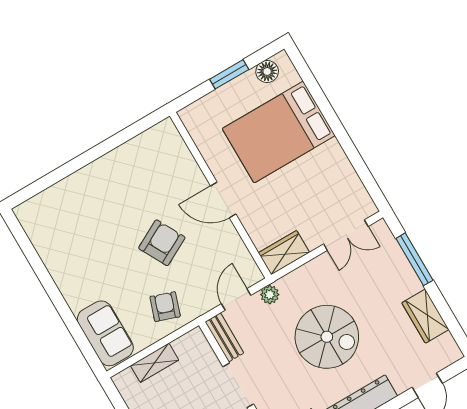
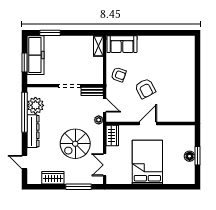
floor lamp: (267, 71) -> (190, 156), moved
bed: (279, 132) -> (147, 162), moved
spiral stairs: (327, 337) -> (75, 144), moved
shelving: (155, 363) -> (98, 46), moved

